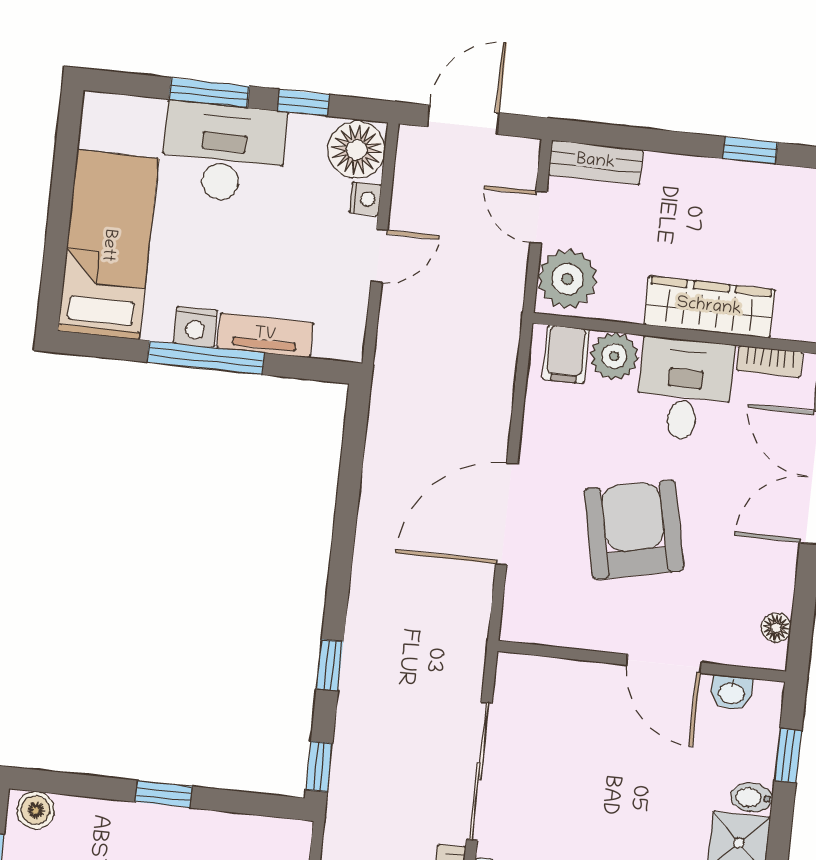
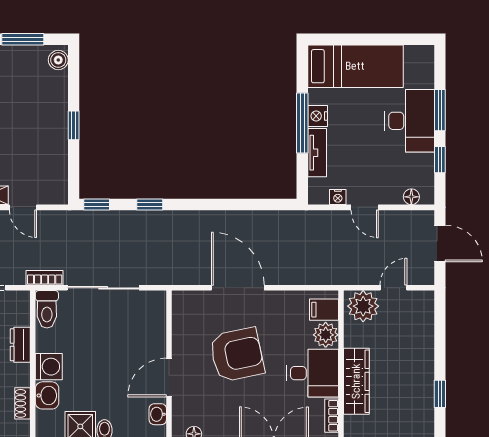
floor lamp: (357, 150) -> (411, 197), width x0.53, depth x0.53
bench: (596, 162) -> (425, 314), removed
nightstand: (365, 199) -> (338, 197), moved

